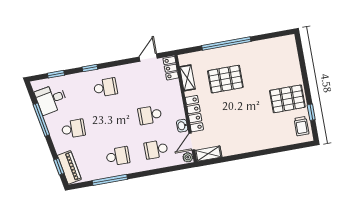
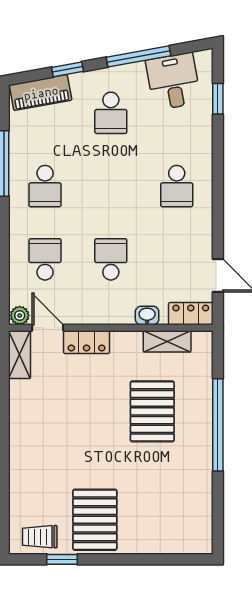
window: (90, 68) -> (218, 164), removed
locker: (194, 114) -> (87, 342), width x0.66
washbasin: (182, 126) -> (147, 315), moved
window: (59, 167) -> (67, 69), moved

